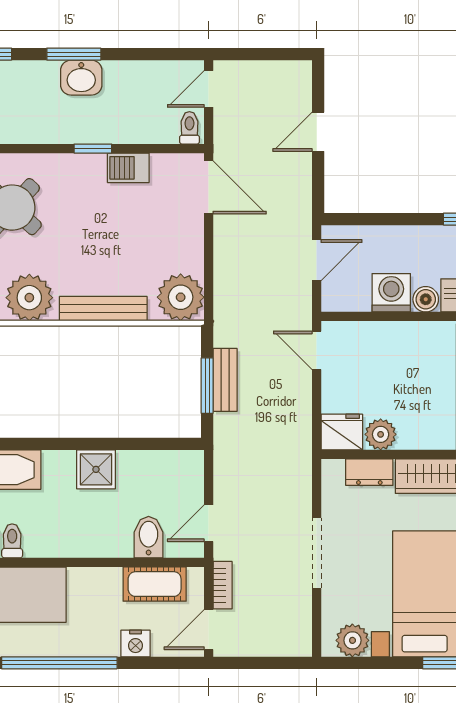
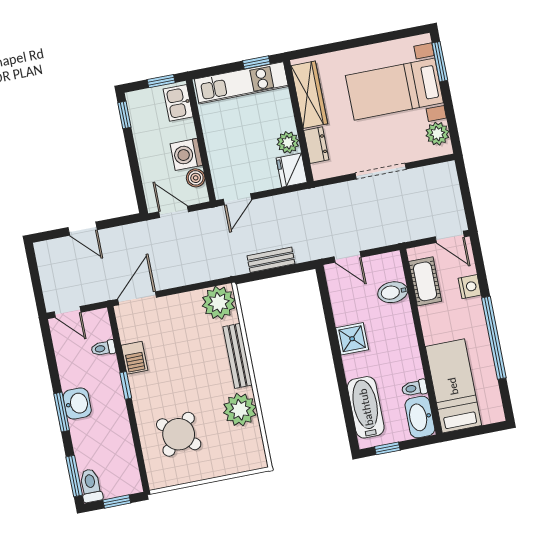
toilet: (189, 128) -> (103, 348), moved
boiler: (426, 299) -> (196, 178), moved
window: (207, 386) -> (277, 272), removed
door: (209, 523) -> (348, 257), moved
bookcase: (223, 585) -> (416, 233), removed

